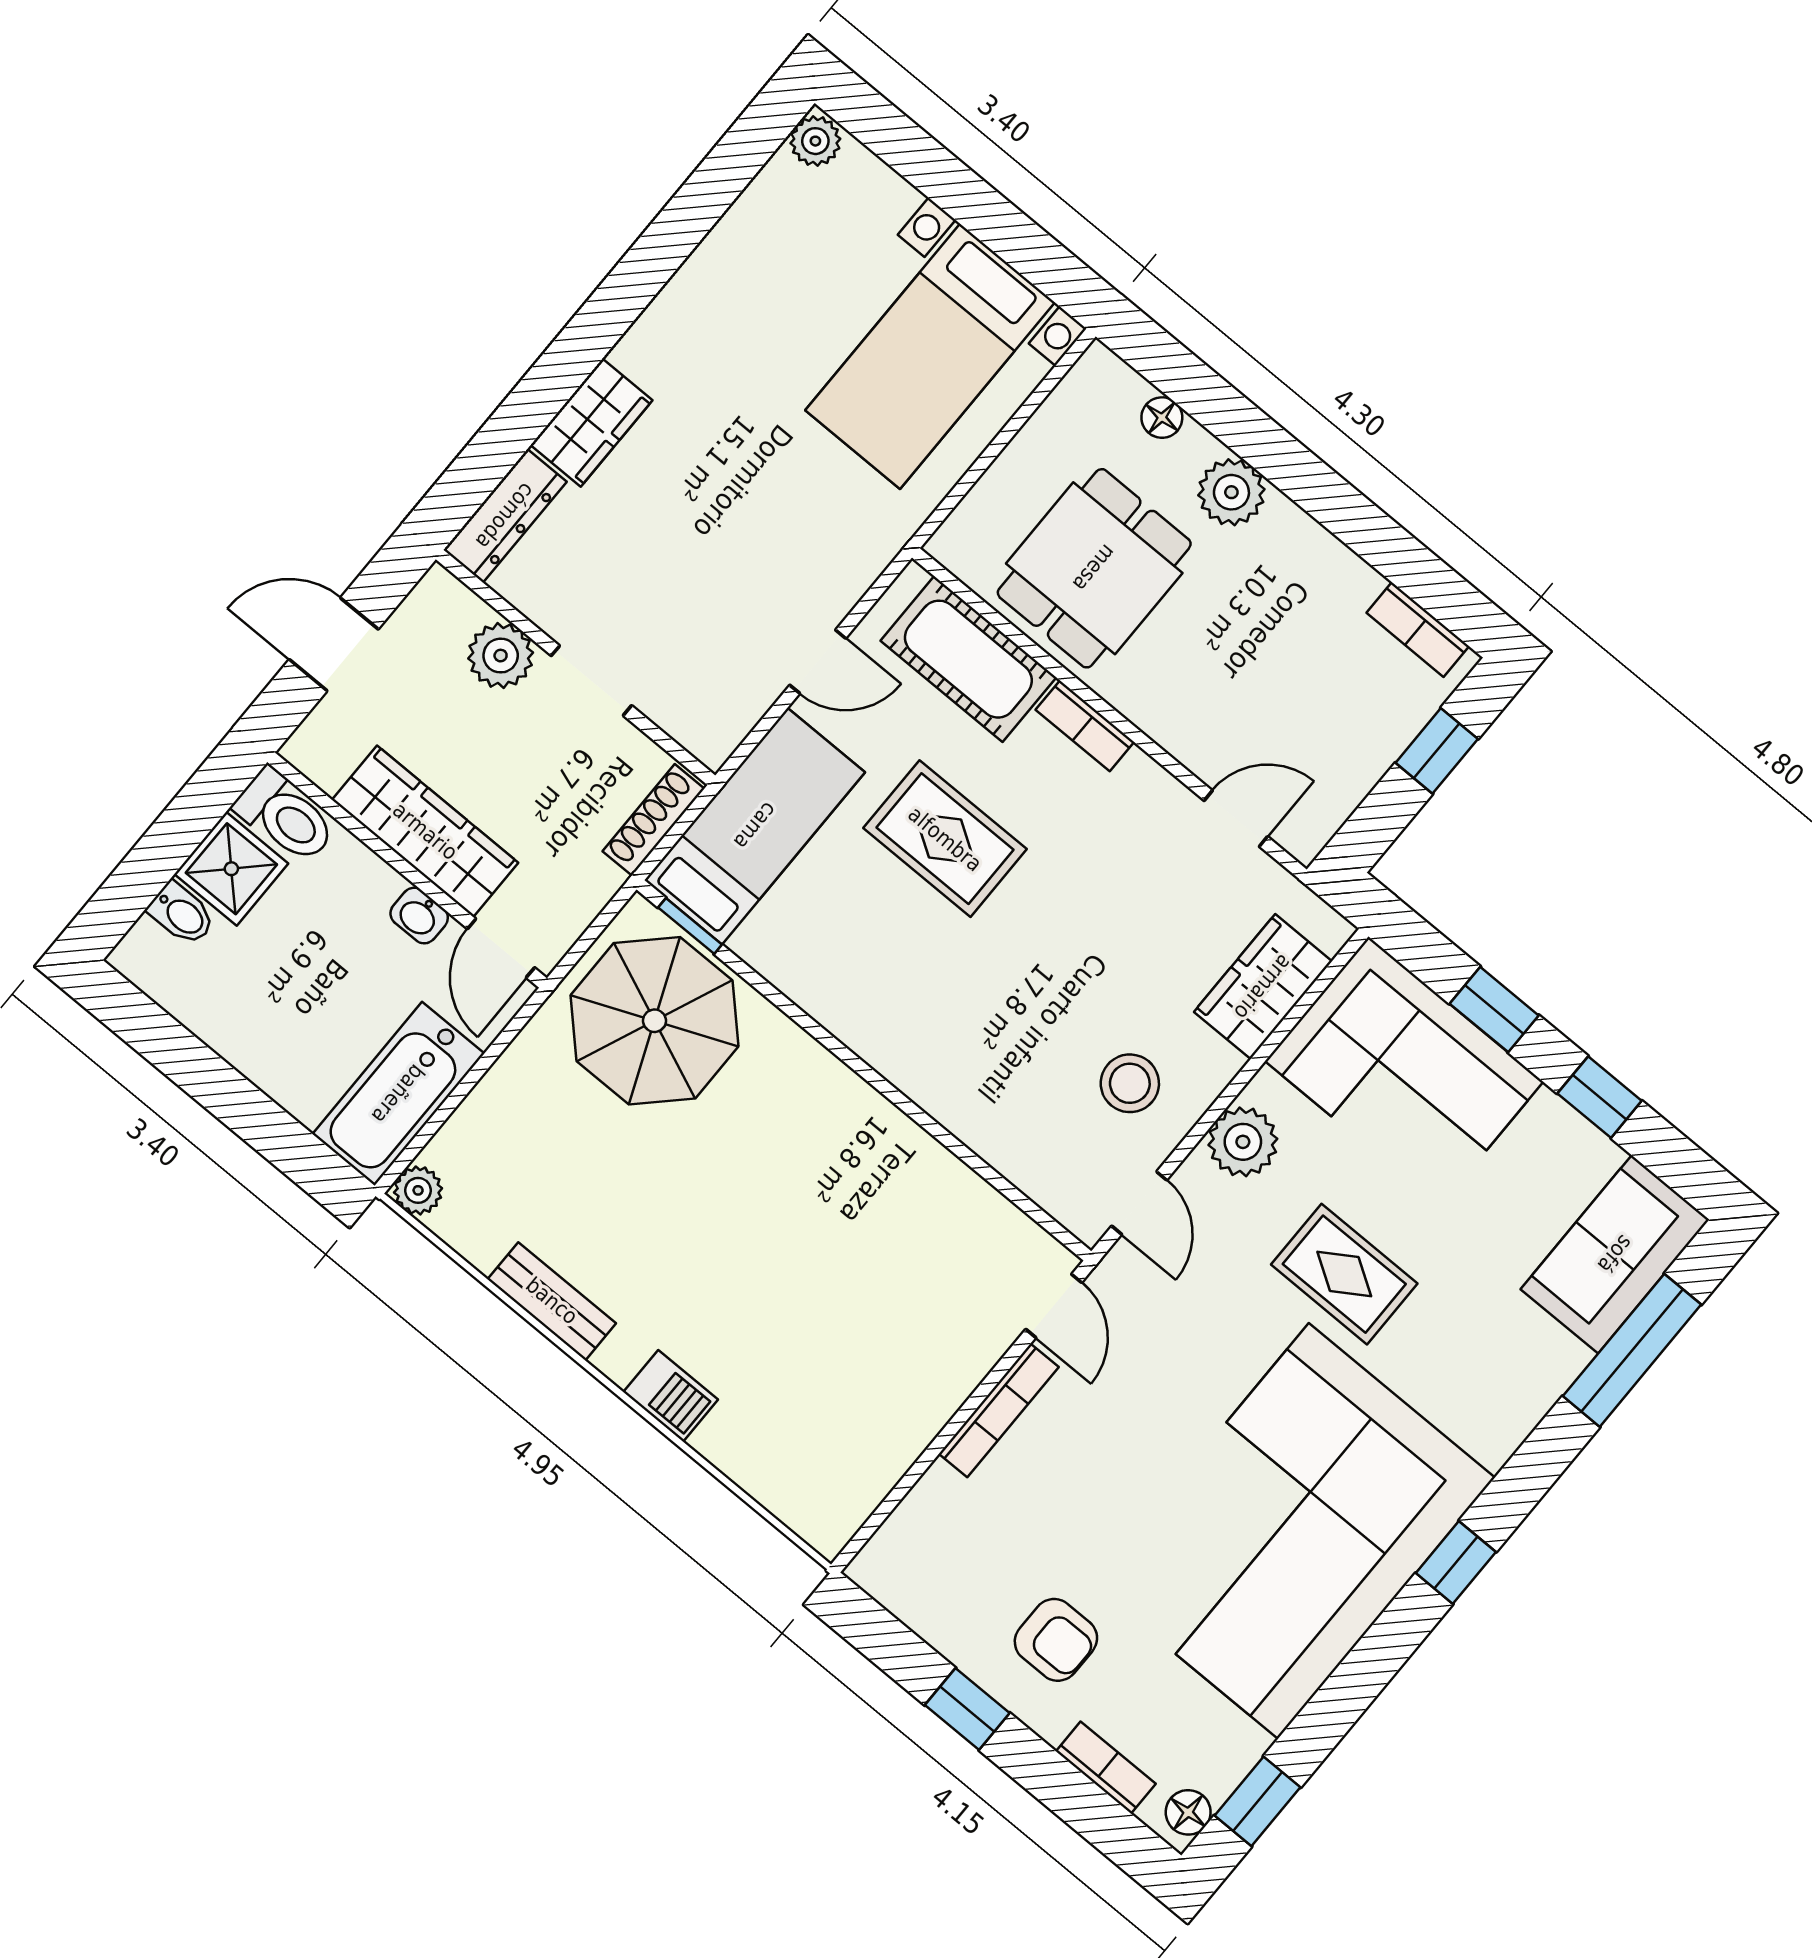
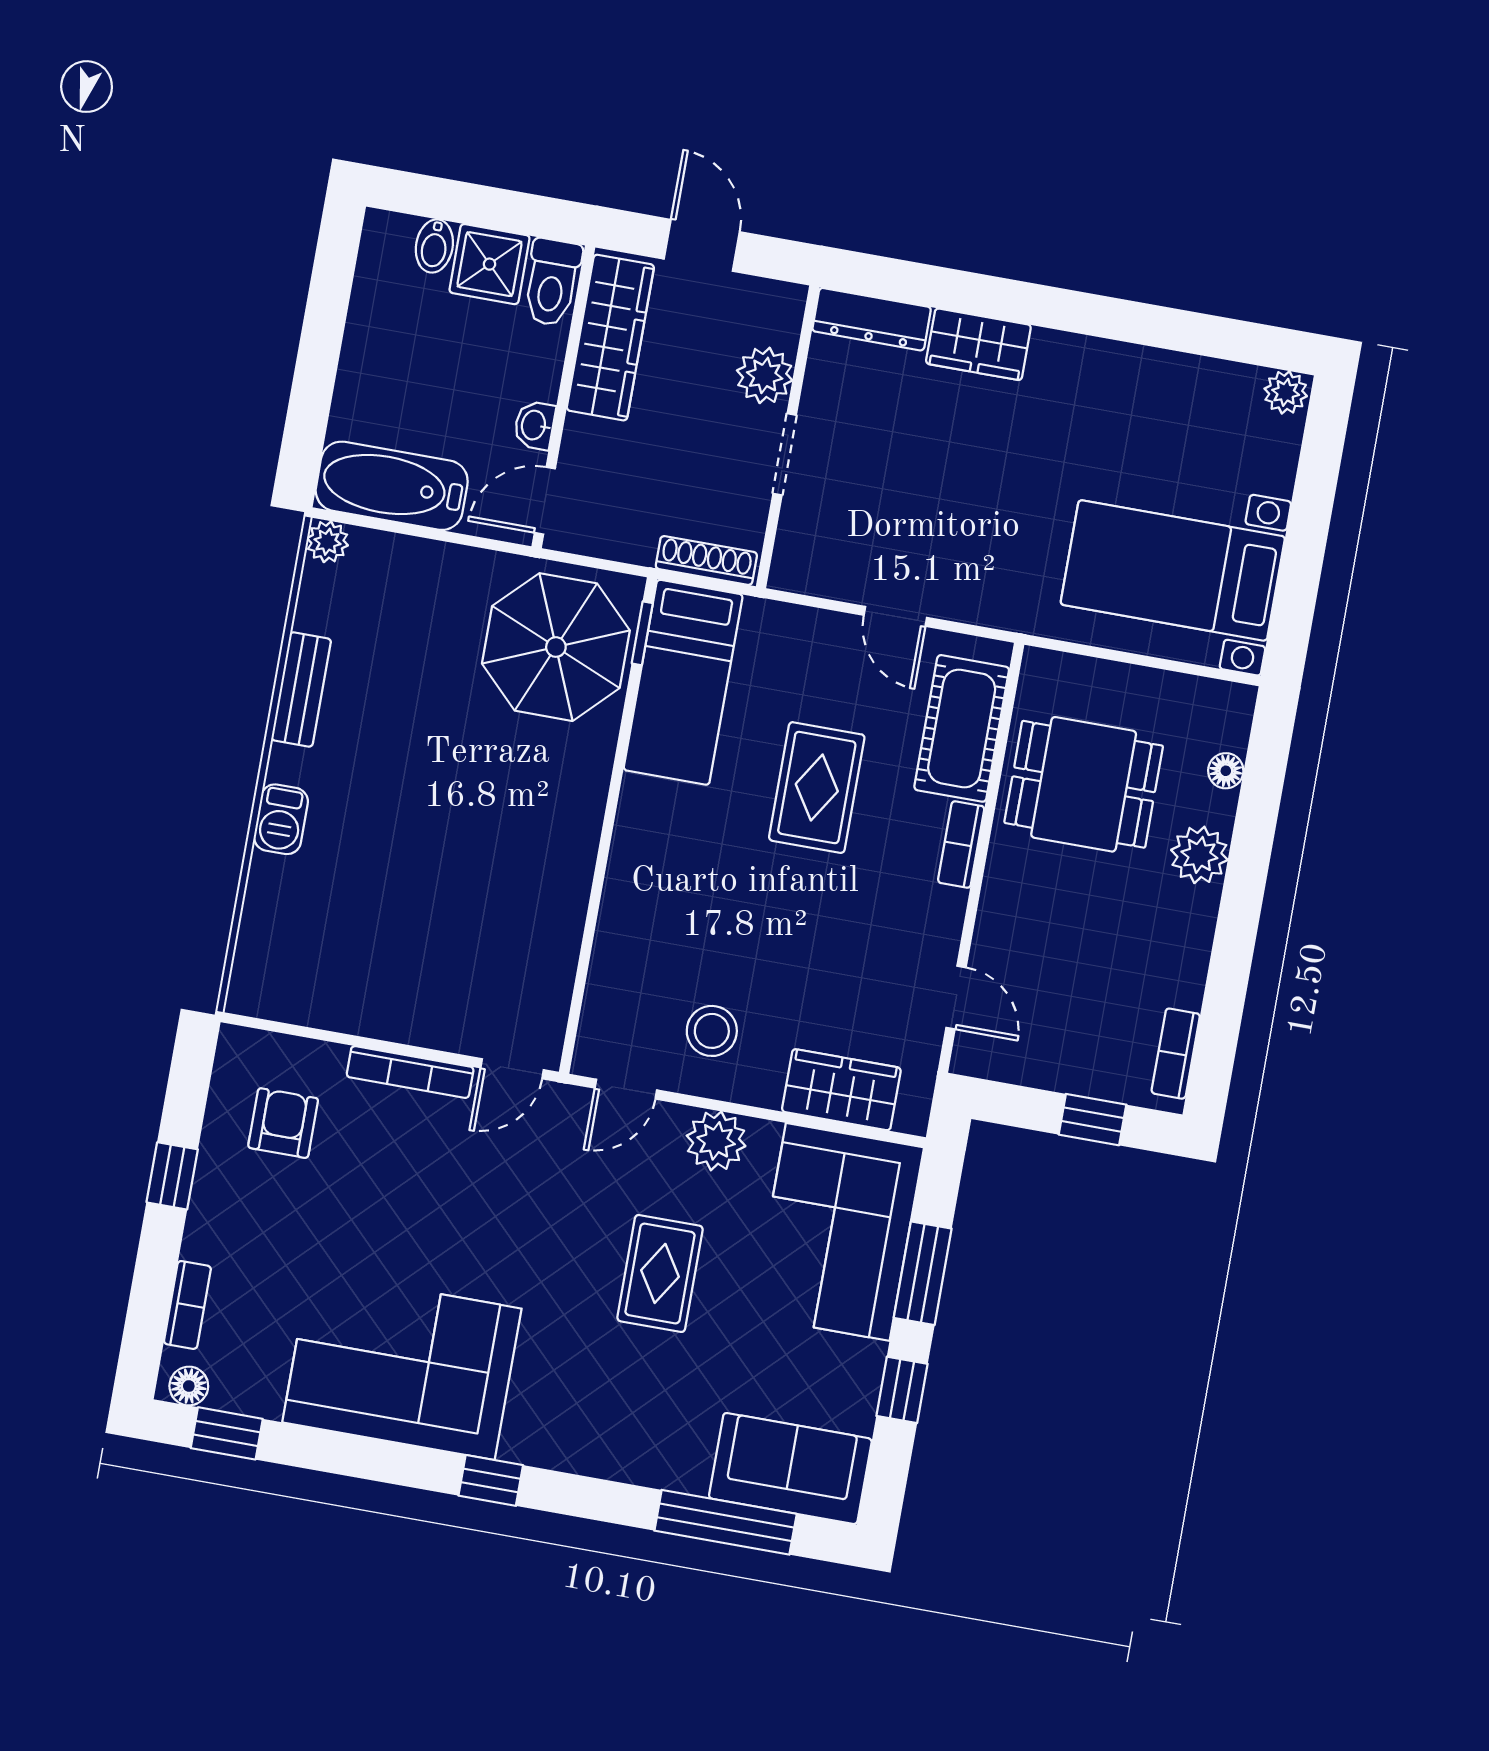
bed: (755, 826) -> (683, 682), moved, turned 90
wardrobe: (425, 831) -> (610, 338), moved
window: (1494, 1010) -> (923, 1273), width x1.50
corner sofa: (1294, 1531) -> (402, 1365), width x0.73, depth x0.74
armchair: (1056, 1640) -> (283, 1123), moved, turned 180

